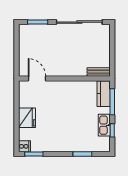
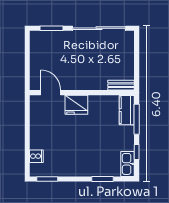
fridge: (27, 118) -> (76, 105), moved, turned 90
kitchen sink: (104, 125) -> (128, 164), moved
cooker: (24, 146) -> (36, 156), moved

